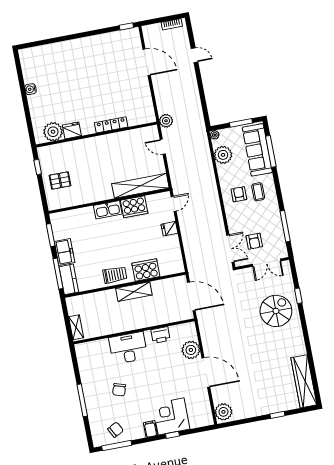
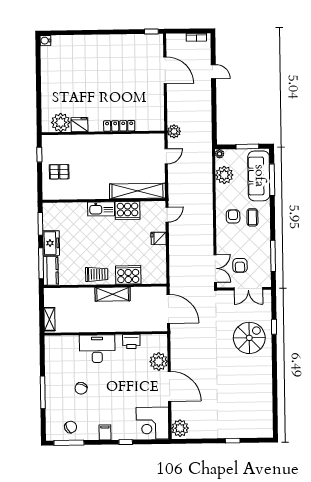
water cooler: (31, 89) -> (45, 41), moved
door: (163, 147) -> (166, 156), swing flipped
wardrobe: (304, 381) -> (264, 412), removed
corner desk: (171, 416) -> (152, 423), moved, turned -90

